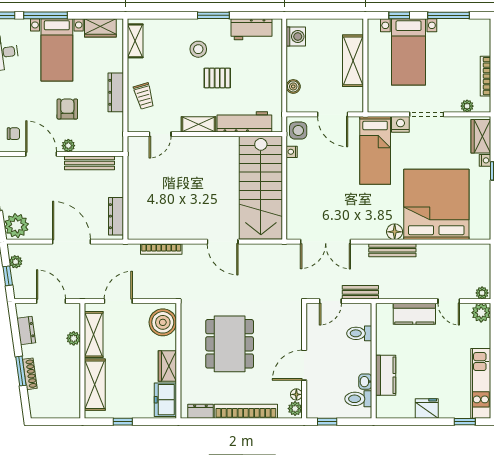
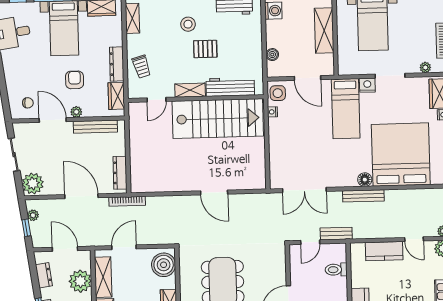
wardrobe: (115, 129) -> (116, 96), added
stairs: (261, 188) -> (218, 119), moved, turned -90
bookcase: (161, 249) -> (127, 201), moved
plant: (74, 338) -> (80, 281), width x1.88, depth x1.88

